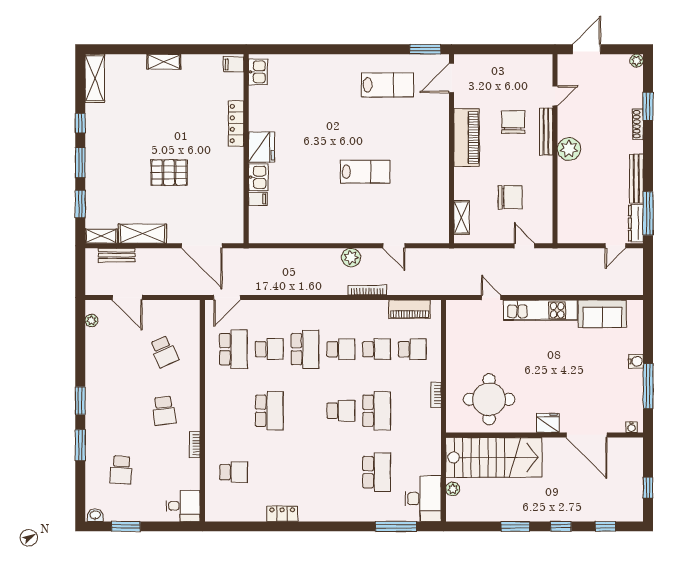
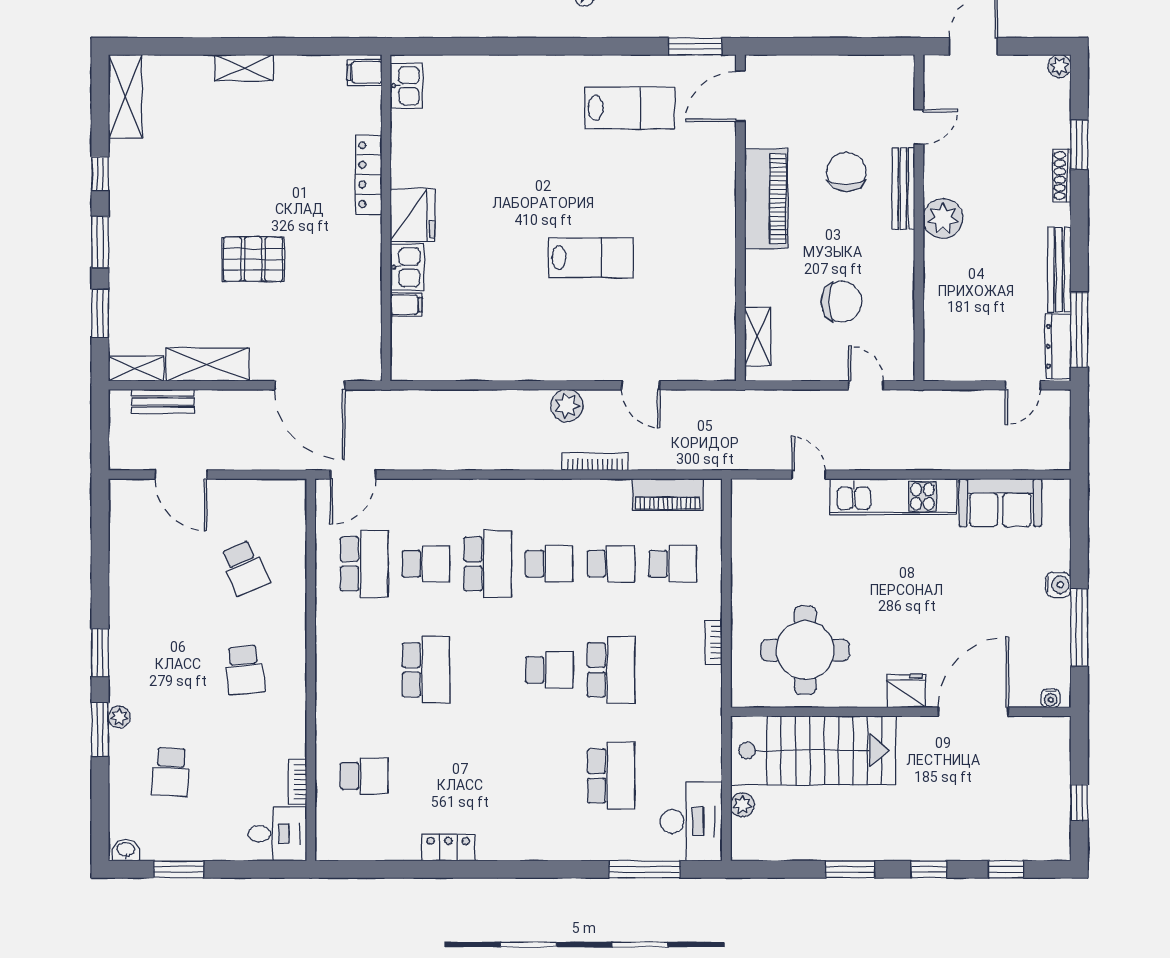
plant: (91, 320) -> (119, 717), moved
door: (587, 435) -> (973, 712), swing flipped
bookcase: (195, 445) -> (297, 782), moved

